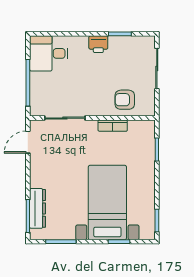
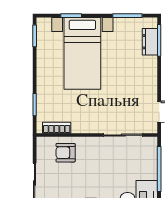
armchair: (125, 100) -> (66, 153), turned 180
bookcase: (113, 126) -> (57, 128), moved
dresser: (38, 208) -> (150, 42), width x0.70

